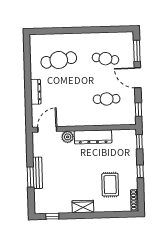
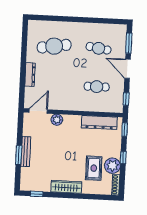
dresser: (93, 137) -> (99, 122), moved
plant: (129, 181) -> (112, 166), added
wardrobe: (83, 206) -> (66, 187), width x1.50

